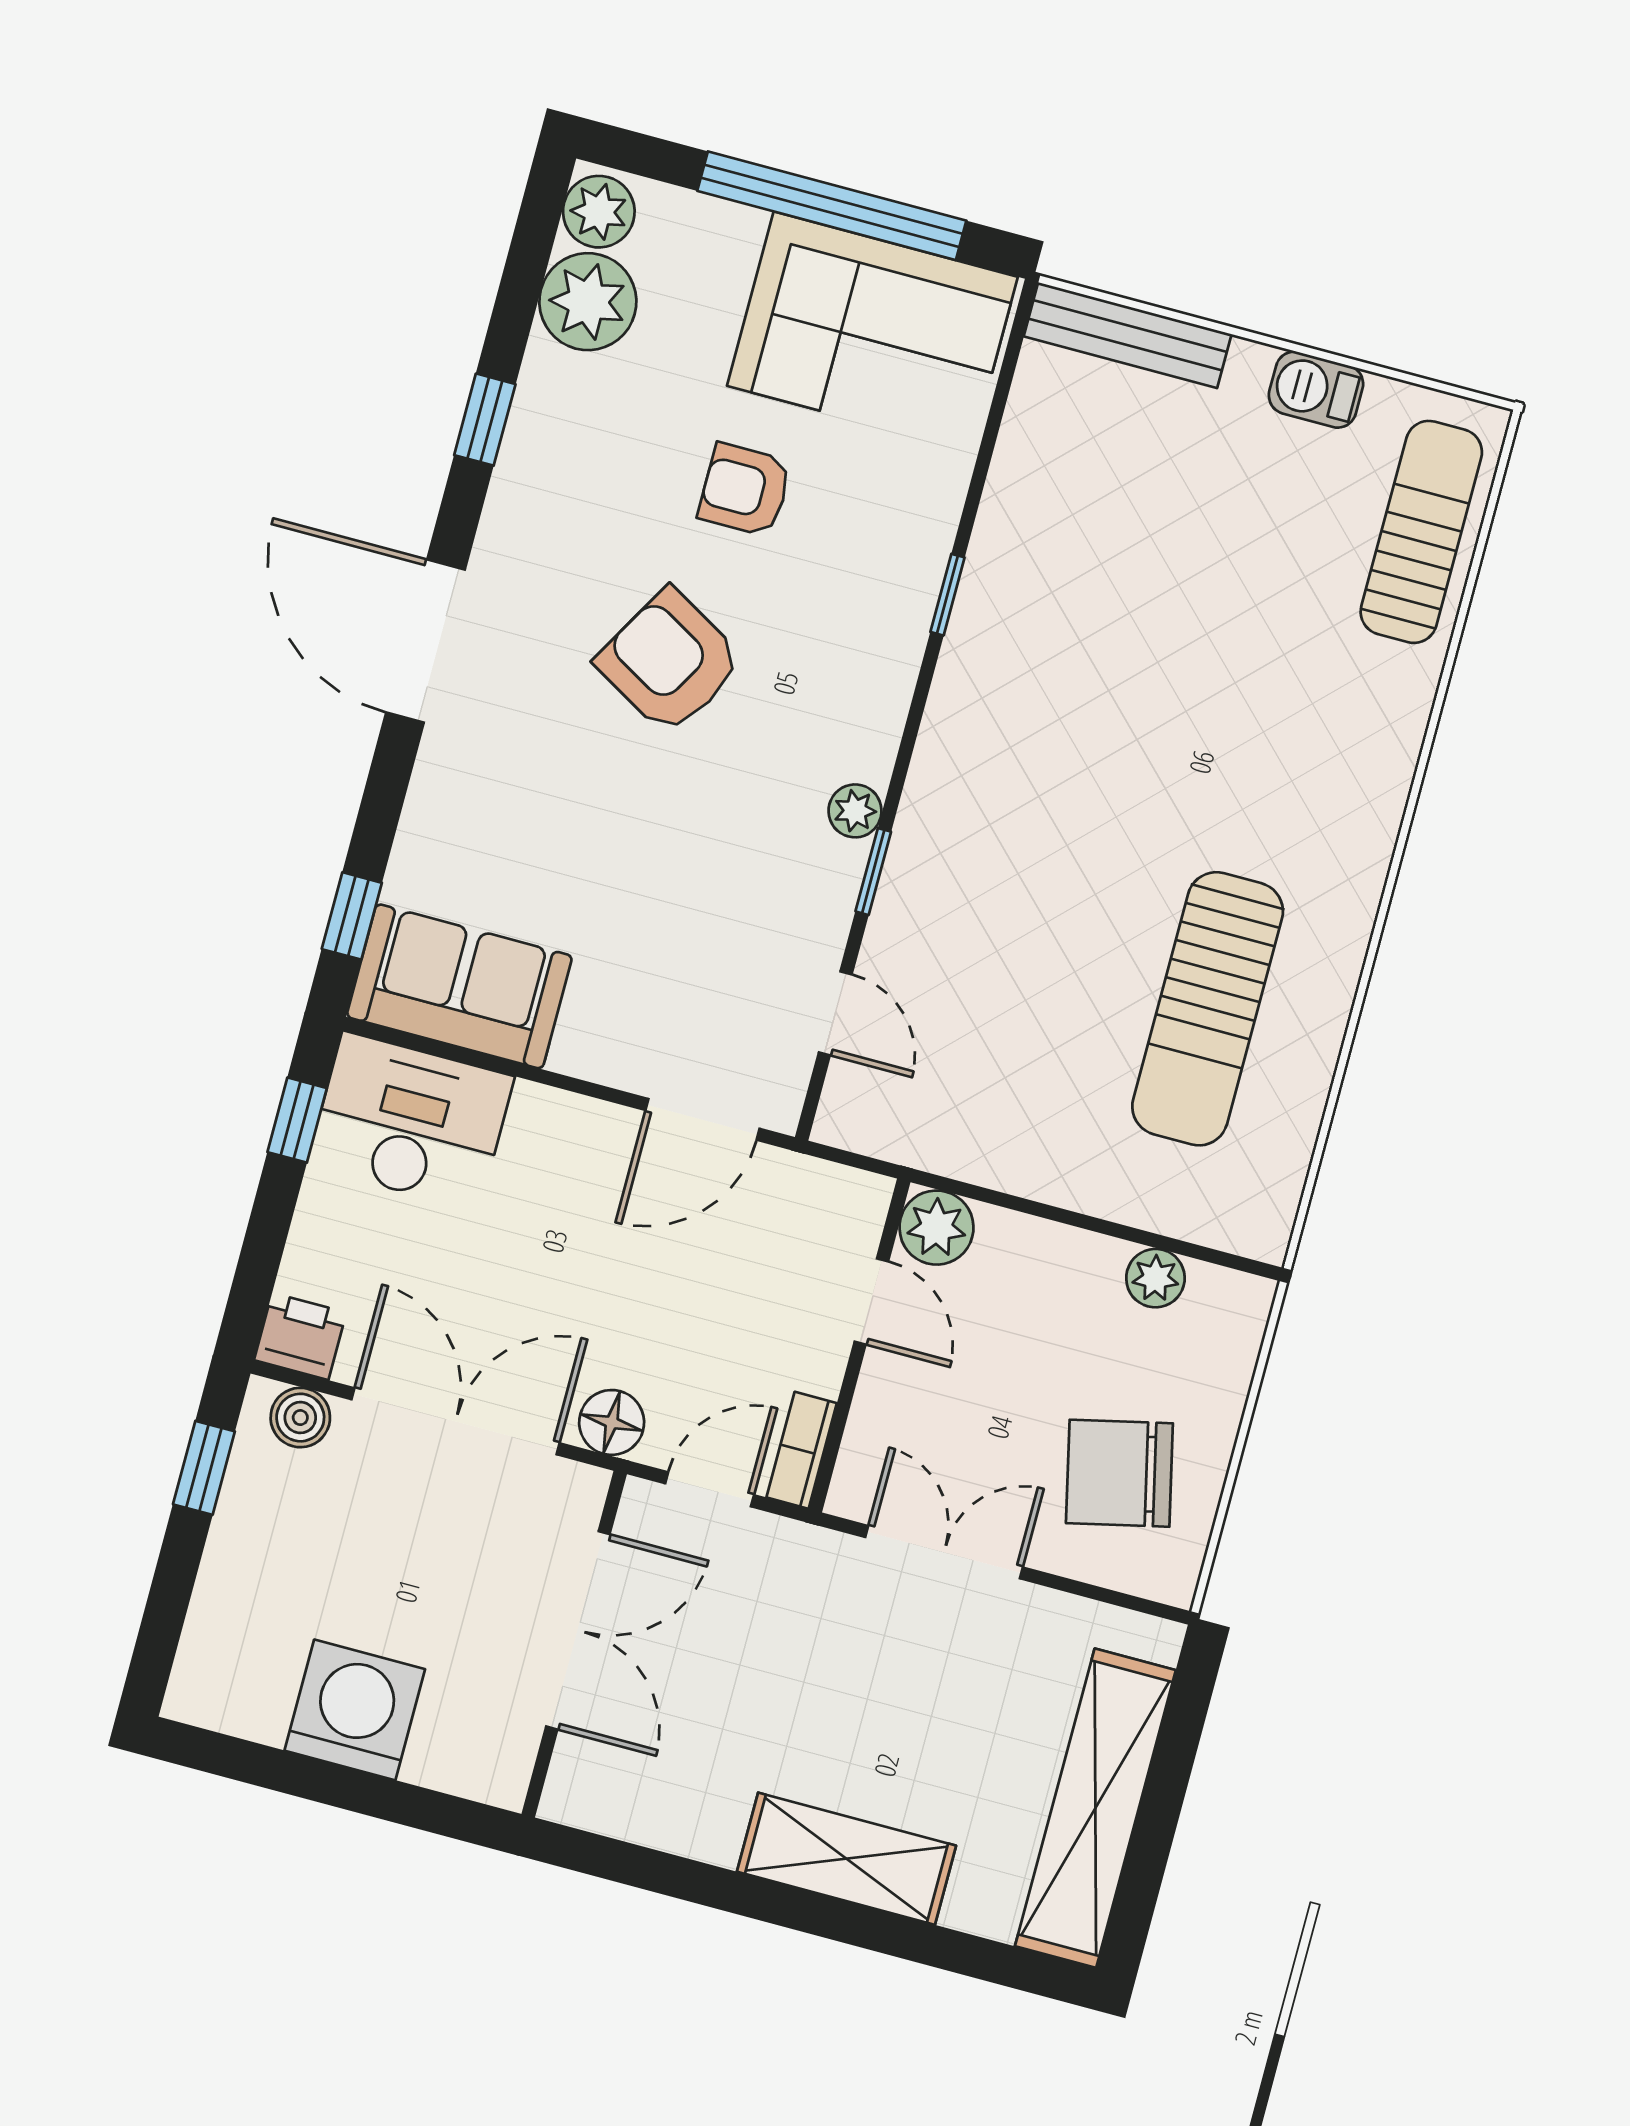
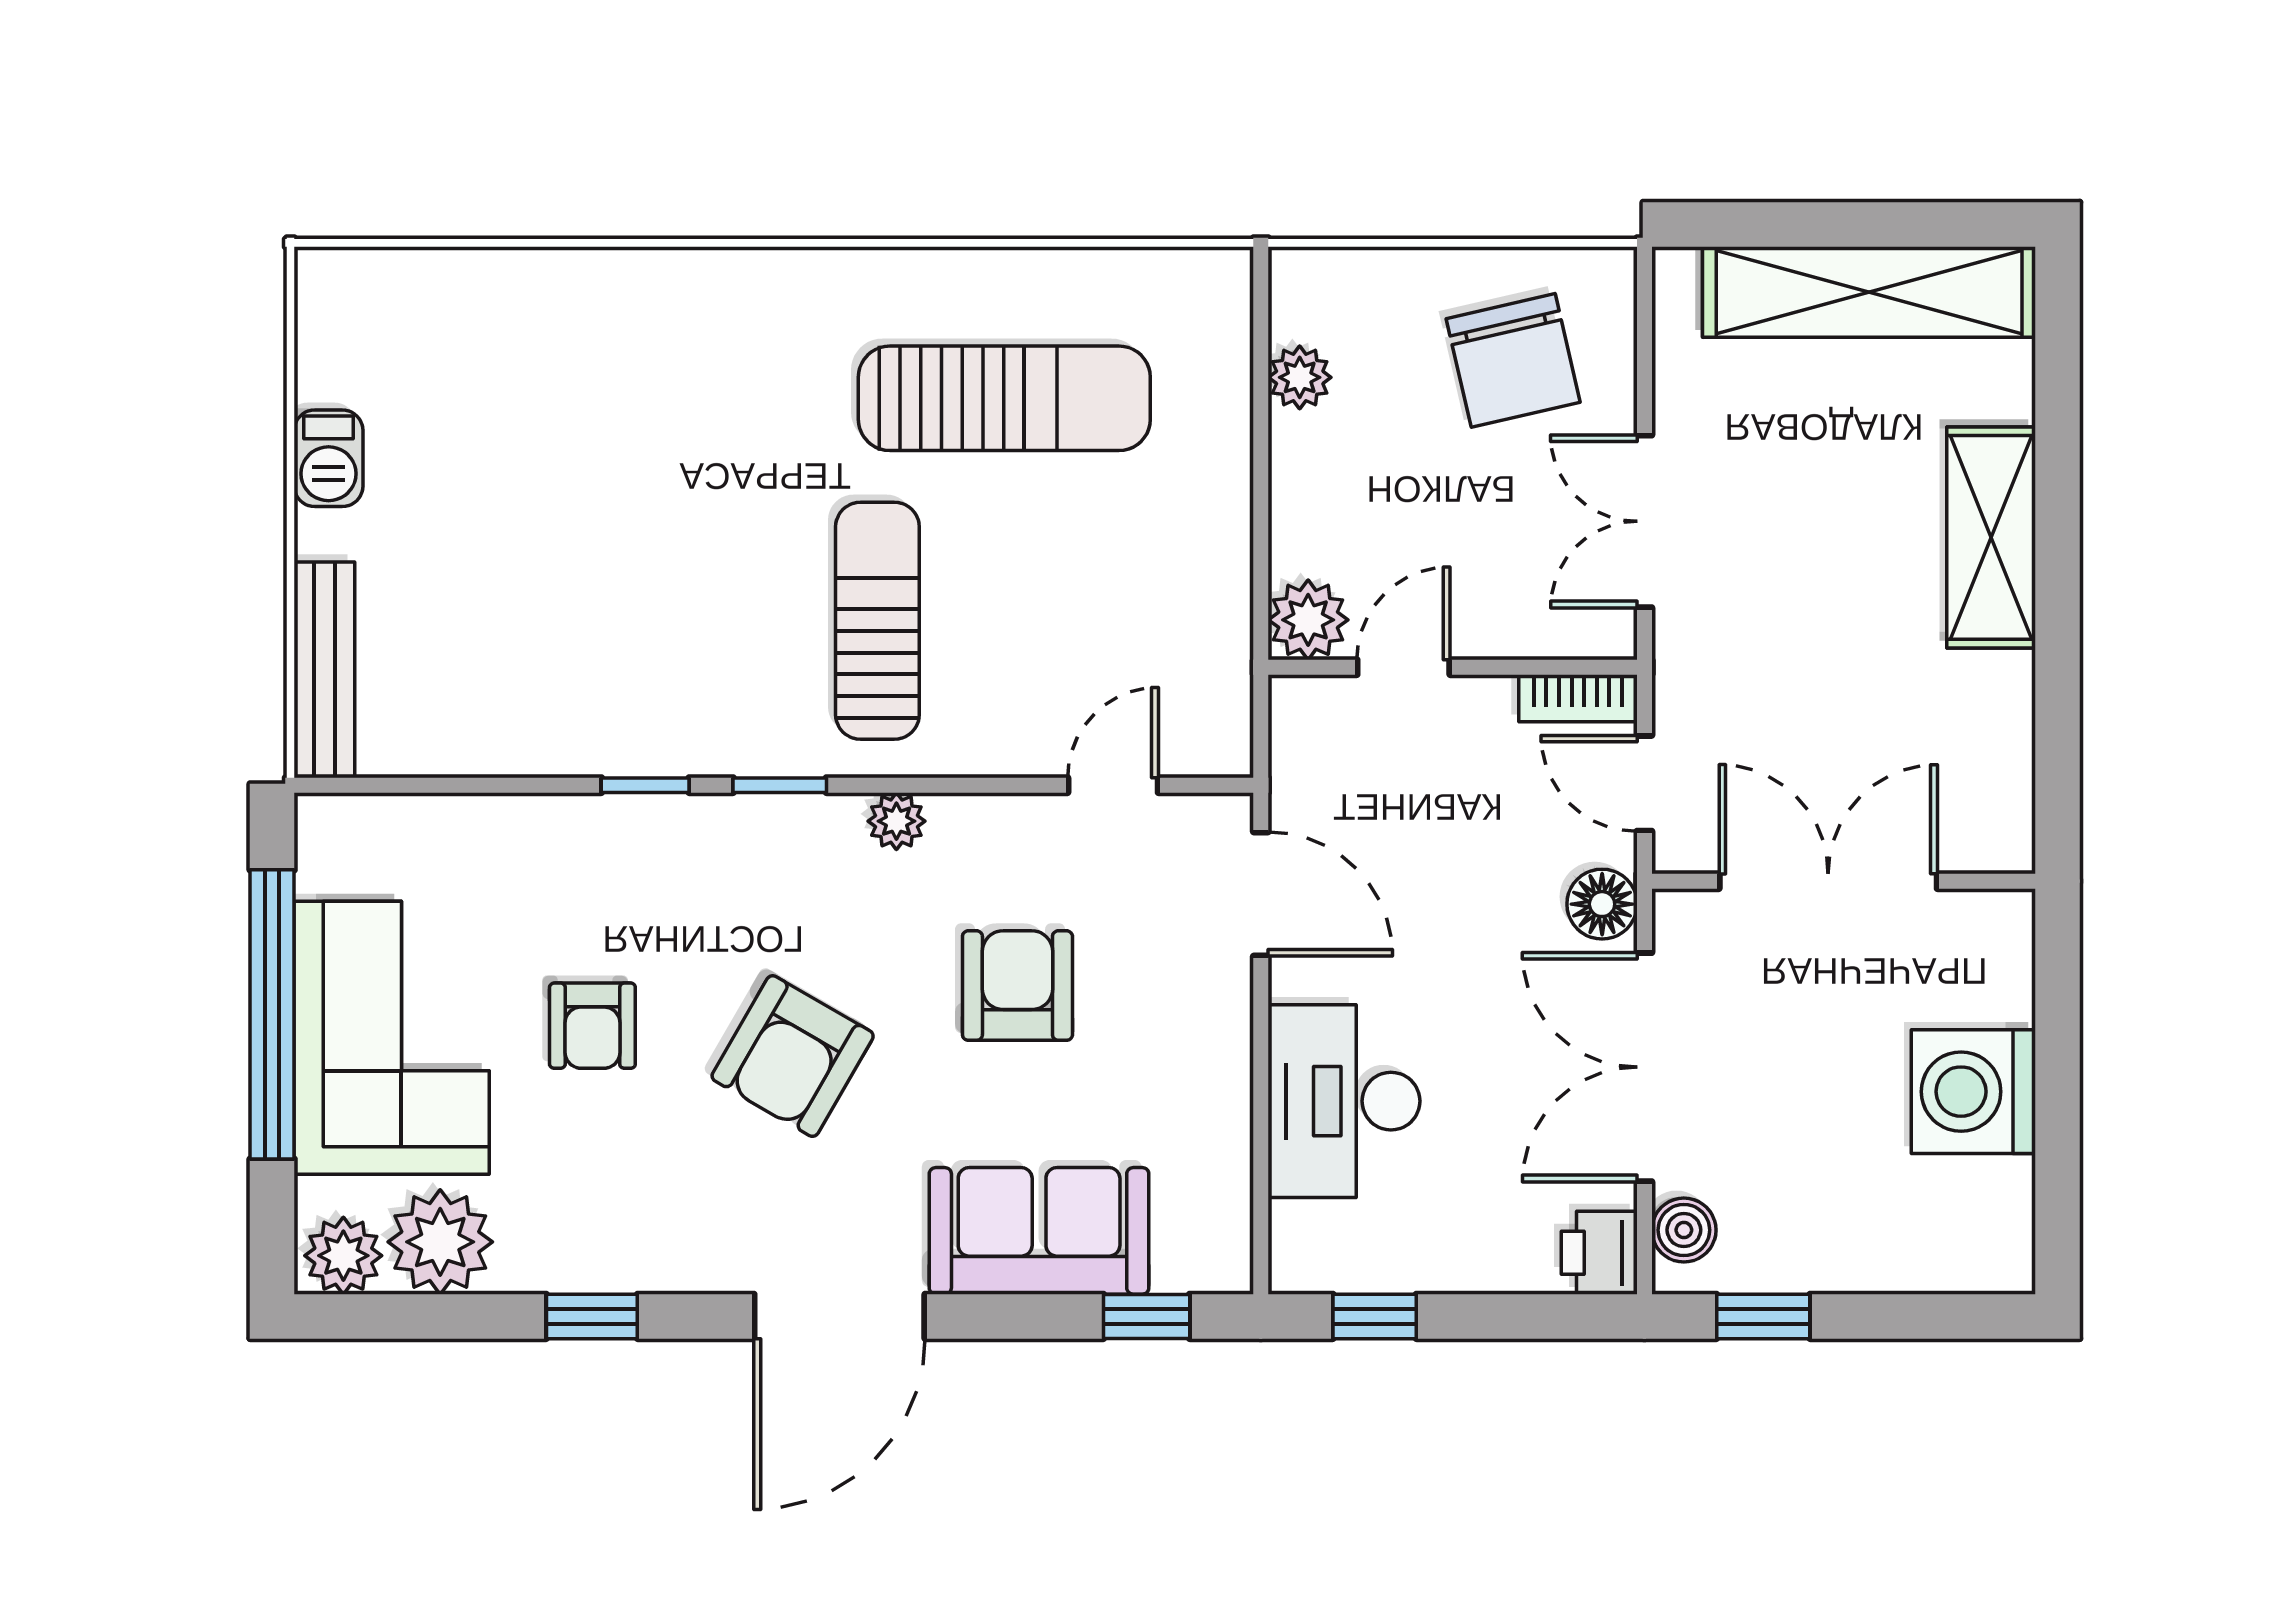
corner sofa: (872, 331) -> (392, 1038), moved
sun lounger: (1421, 532) -> (877, 621), moved, turned 90
window: (873, 872) -> (780, 785), moved
armchair: (679, 880) -> (1017, 986), added
sofa: (459, 986) -> (1039, 1231), moved, turned 90
desk: (411, 1121) -> (1344, 1101), moved

